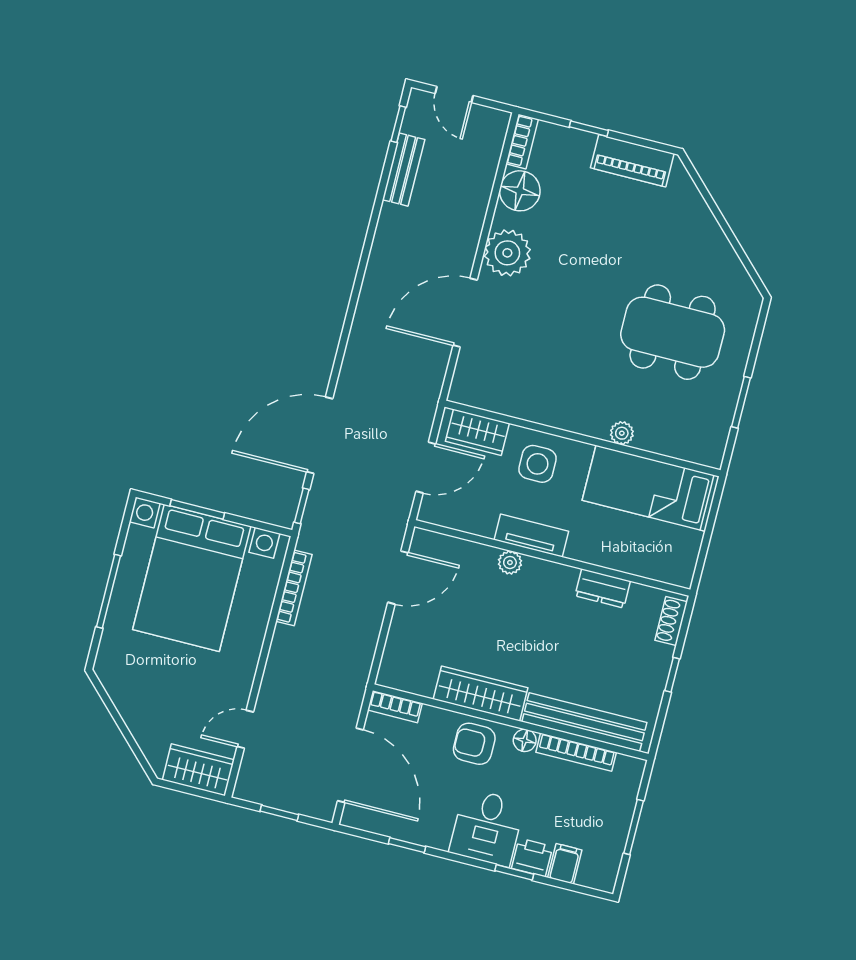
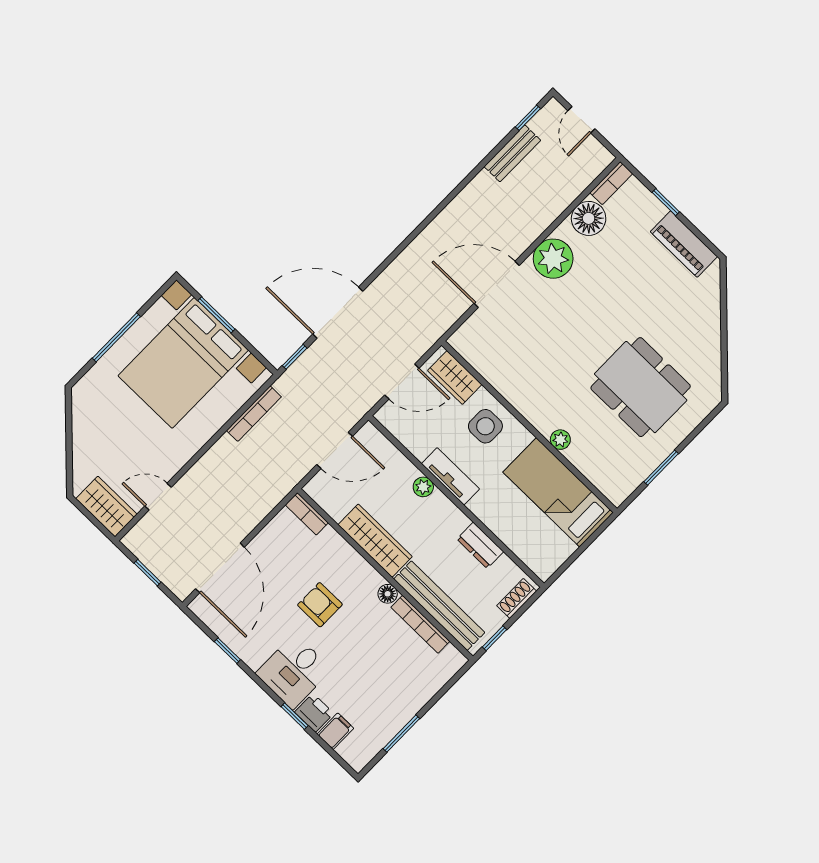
wardrobe: (481, 694) -> (375, 541), moved
bookcase: (395, 707) -> (307, 514), moved
wall: (511, 722) -> (385, 574), moved
bench: (584, 722) -> (439, 606), moved
floor lamp: (525, 740) -> (388, 594), moved
bookcase: (576, 752) -> (420, 624), moved

